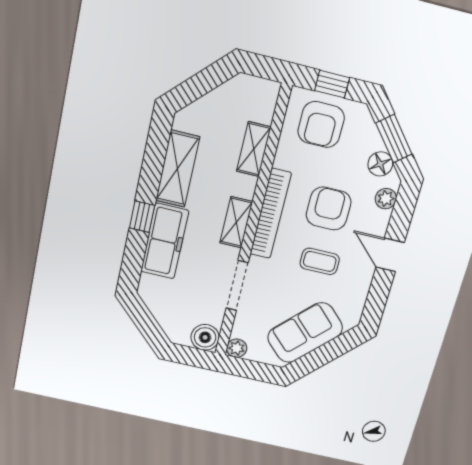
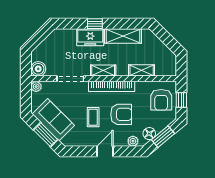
armchair: (321, 125) -> (161, 100), turned -90
freezer: (165, 241) -> (90, 37), width x0.71
window: (329, 352) -> (45, 135), added

